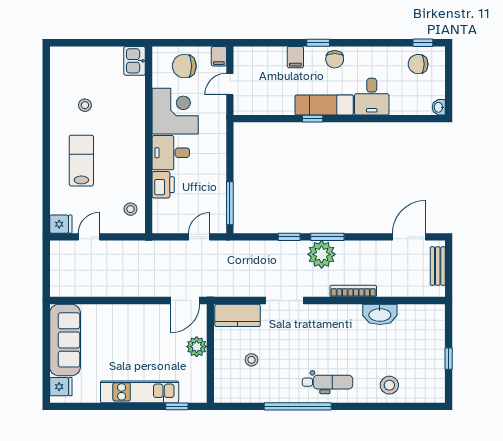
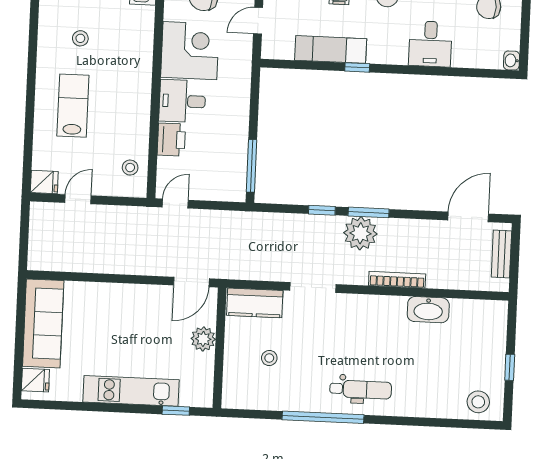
exam couch: (324, 105) -> (331, 49), moved
door: (199, 237) -> (175, 204), moved
stool: (389, 385) -> (478, 402), moved

